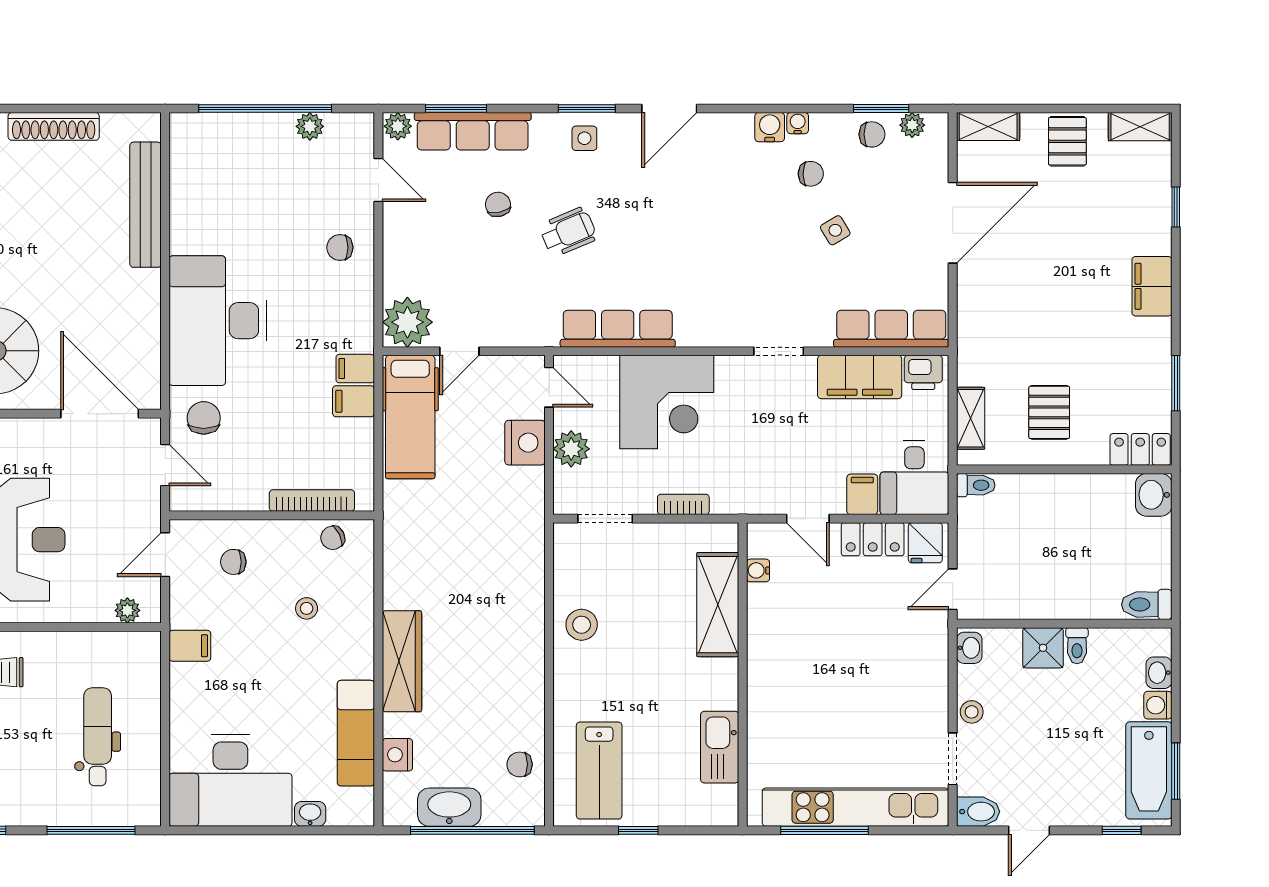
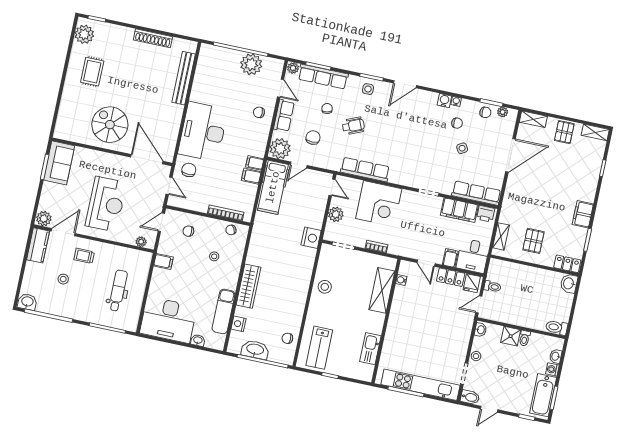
plant: (310, 126) -> (251, 64), width x1.88, depth x1.88
row of seats: (400, 243) -> (284, 116), added
chair: (479, 280) -> (313, 138), added
filing cabinet: (1152, 286) -> (583, 214), moved
nightstand: (525, 443) -> (311, 238), moved
toilet: (976, 485) -> (493, 287), moved

